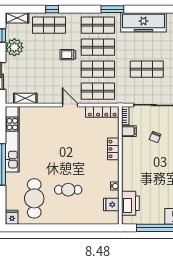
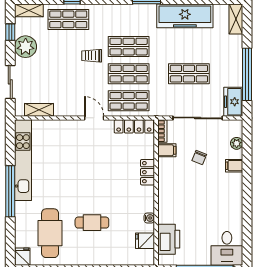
shop shelf: (98, 25) -> (129, 19), removed

